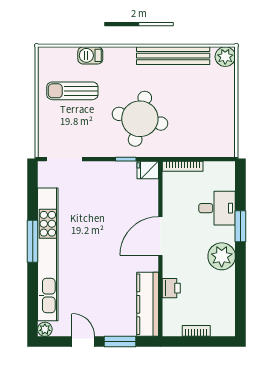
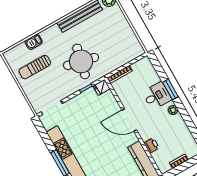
desk: (217, 208) -> (157, 96), moved
door: (160, 236) -> (129, 120), hinge flipped
plant: (222, 256) -> (173, 110), width x0.53, depth x0.53

